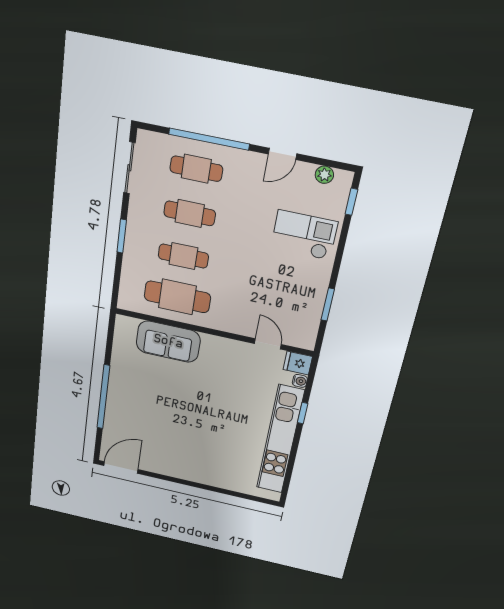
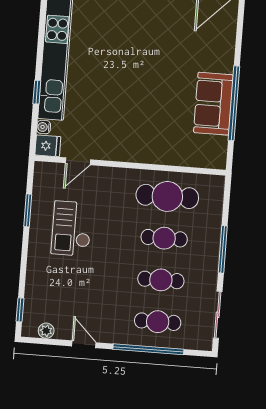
door: (283, 154) -> (84, 344), hinge flipped
checkout: (304, 235) -> (72, 229), moved, turned 90
window: (122, 236) -> (223, 249), width x1.44
sofa: (168, 342) -> (213, 104), moved, turned -90
door: (268, 344) -> (78, 161), hinge flipped
window: (103, 397) -> (234, 103), moved

